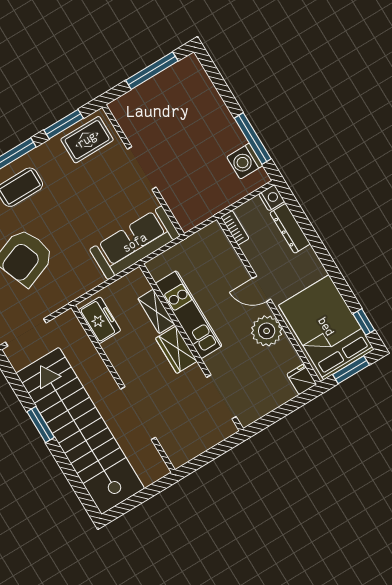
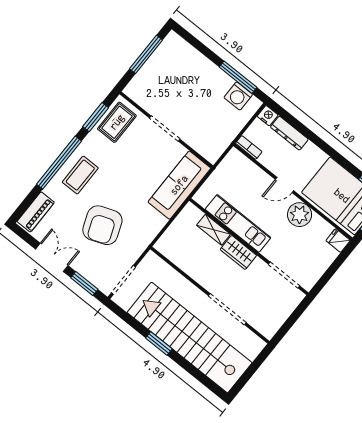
freezer: (99, 320) -> (174, 251), removed

